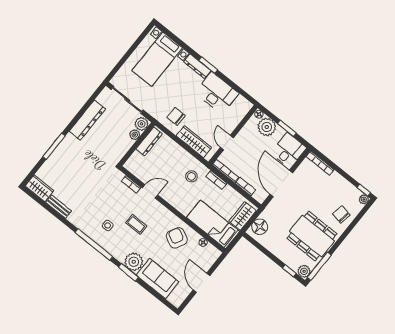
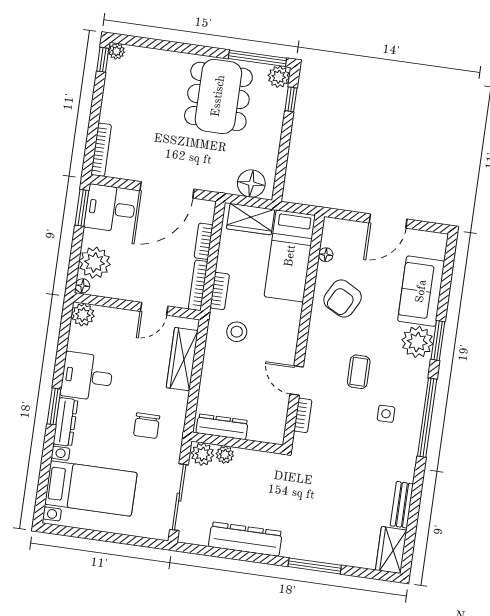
desk: (217, 93) -> (87, 377), width x0.73
plant: (245, 106) -> (83, 315), added
chair: (176, 116) -> (147, 426), moved
window: (287, 128) -> (82, 208), moved
chair: (341, 214) -> (159, 72), removed

